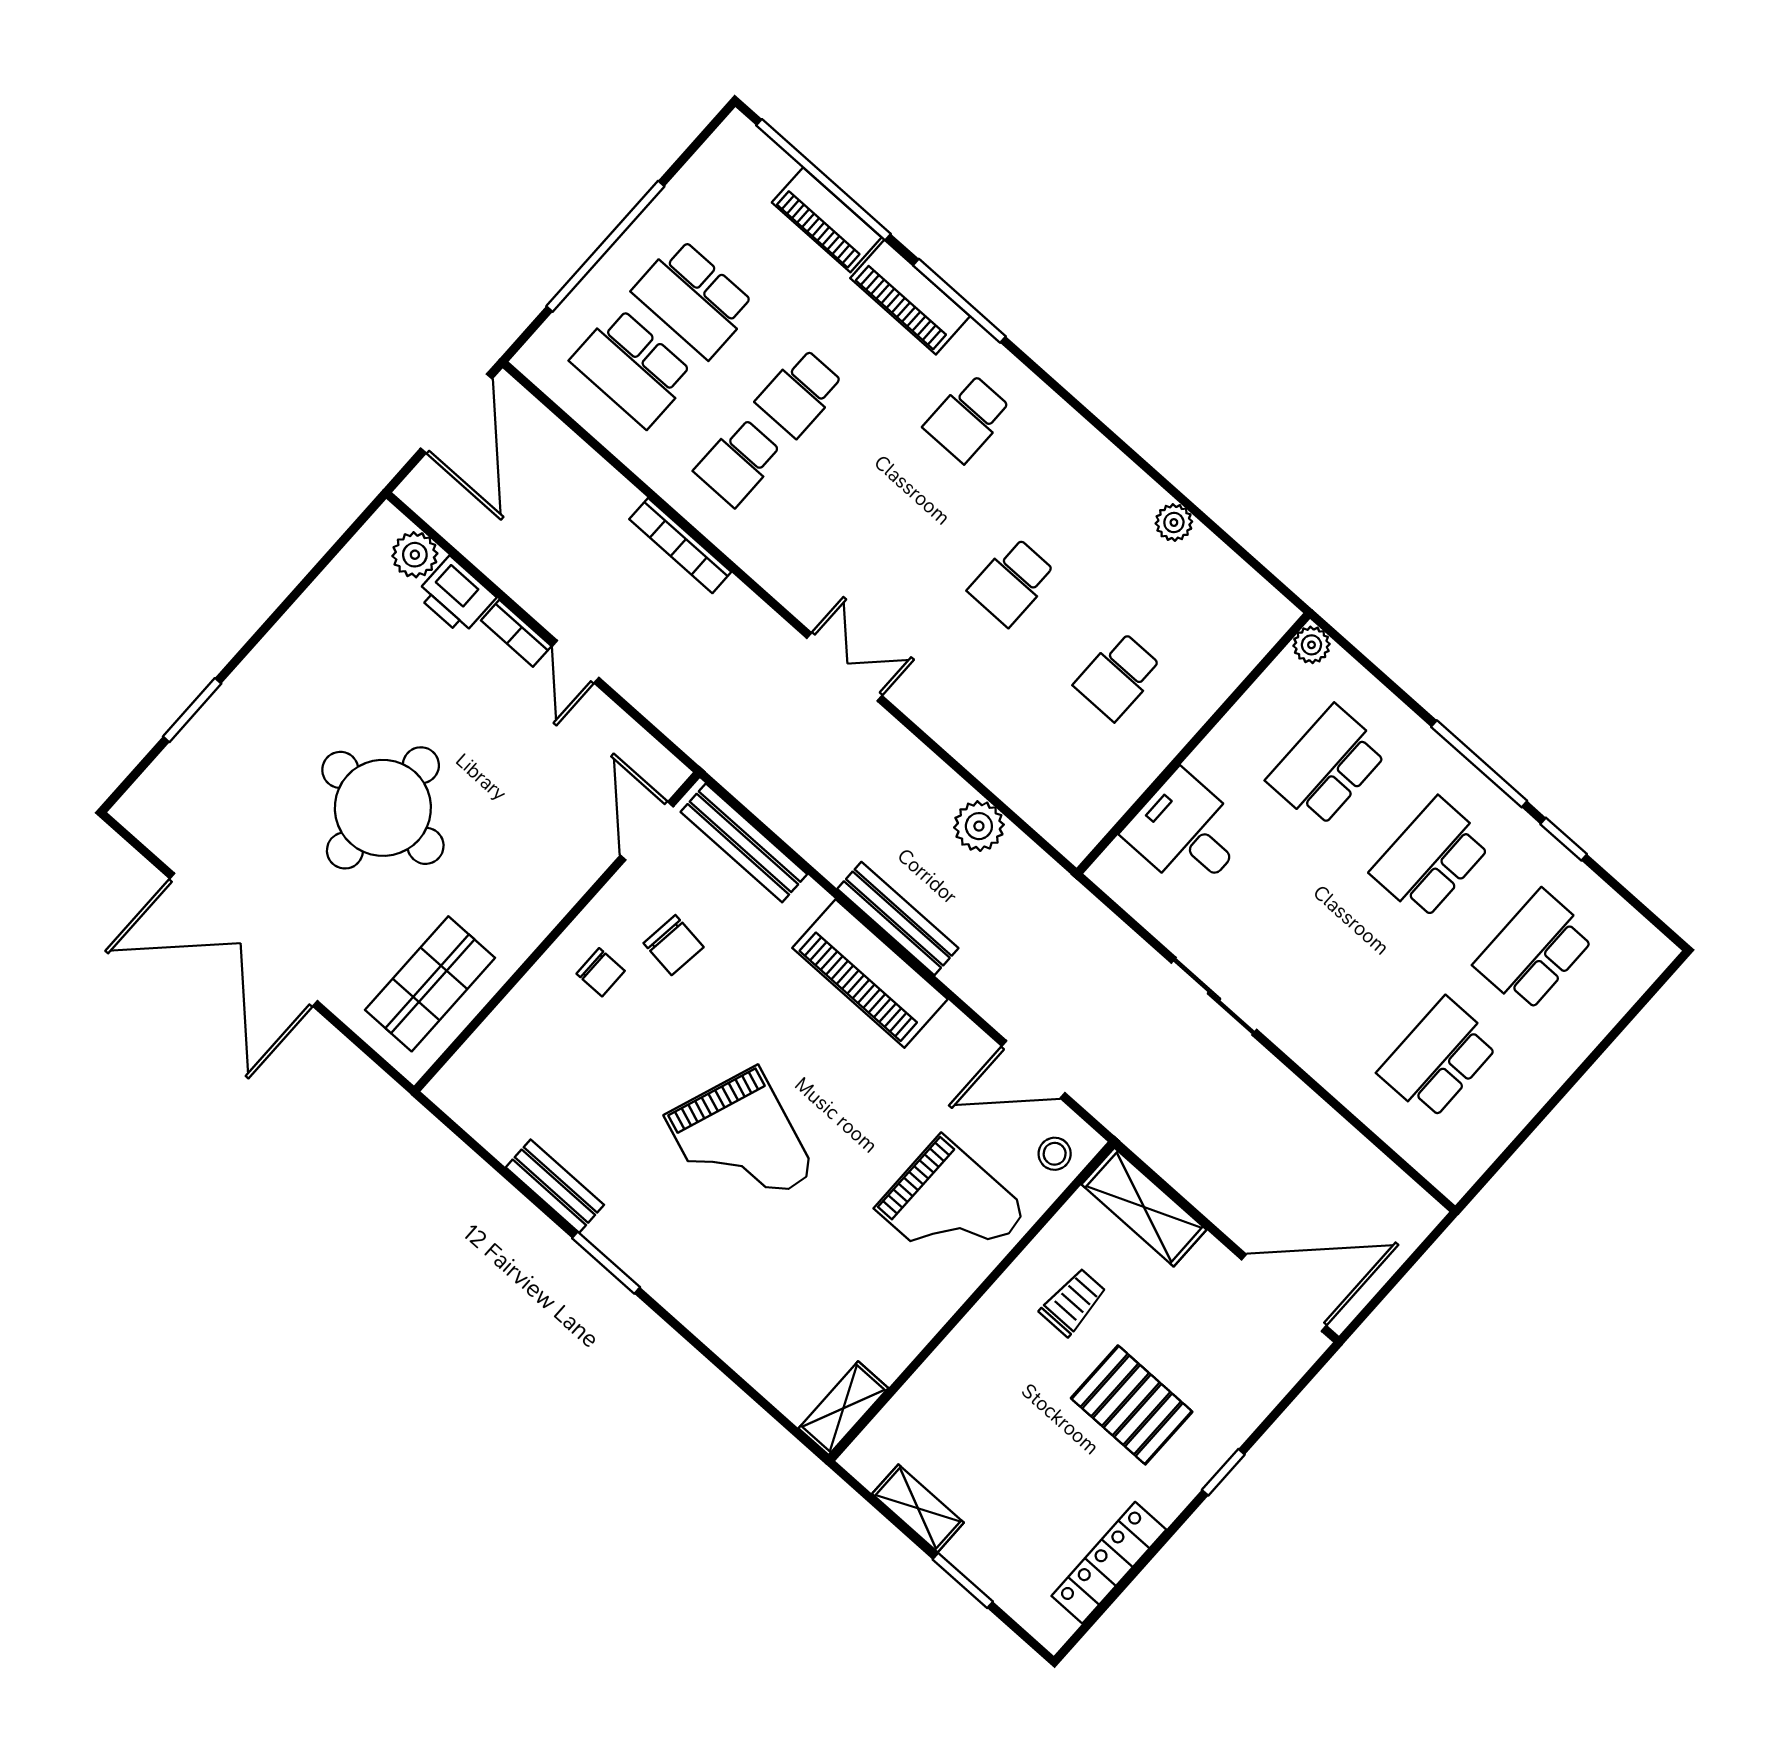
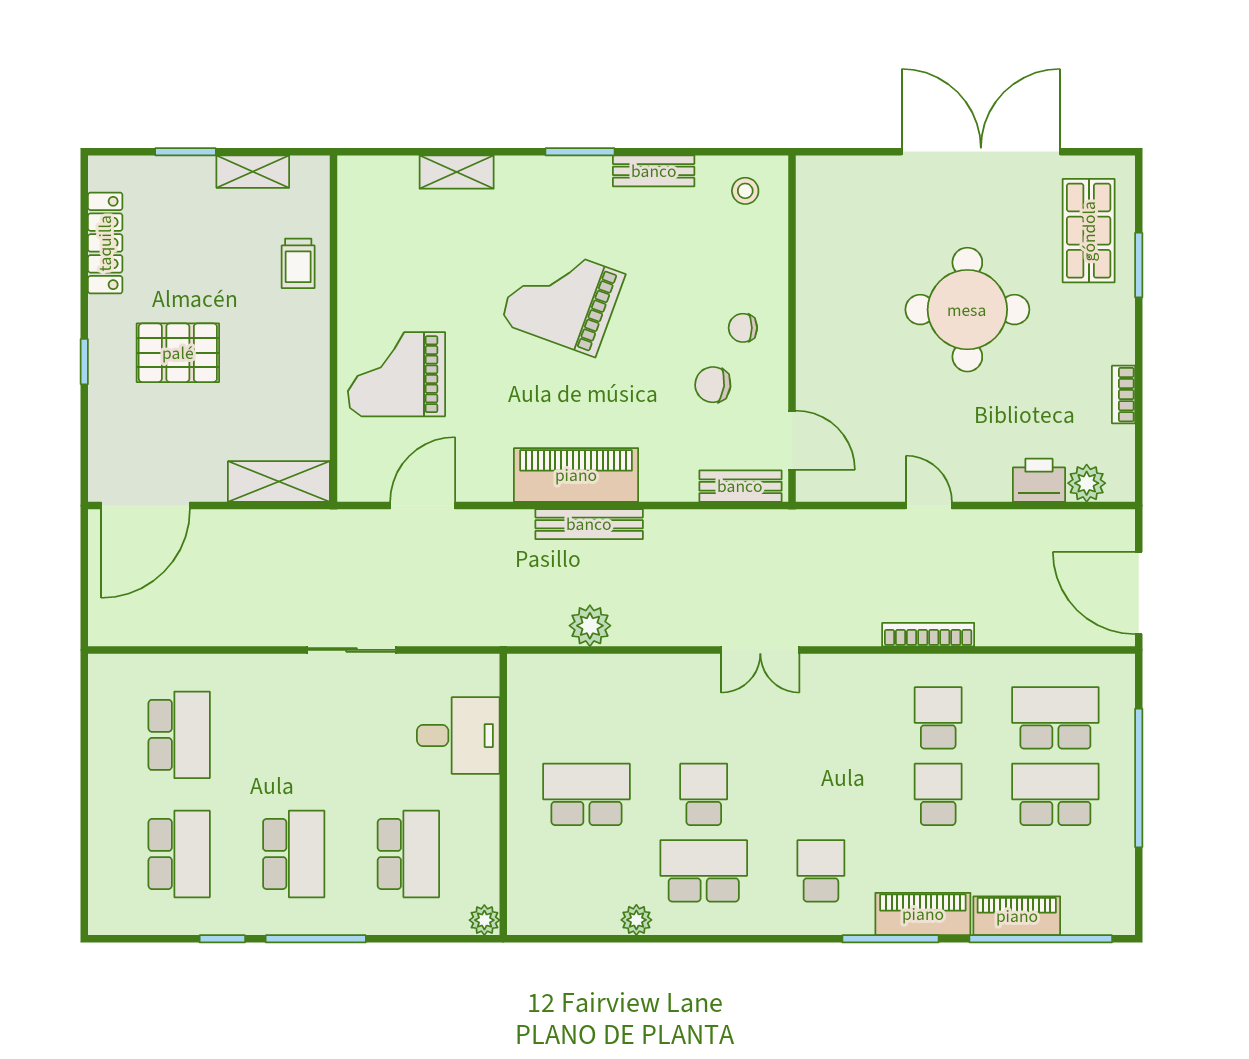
school desk: (1074, 513) -> (704, 871), added
bookcase: (516, 633) -> (1124, 395), moved, turned -90
school desk: (1118, 676) -> (586, 794), width x1.85
bench: (744, 843) -> (740, 486), width x0.73
shop shelf: (430, 984) -> (1089, 231), moved
stool: (1055, 1154) -> (745, 191), moved
trolley: (1073, 1302) -> (298, 263), moved
shelving: (843, 1408) -> (457, 172), moved, turned 90

